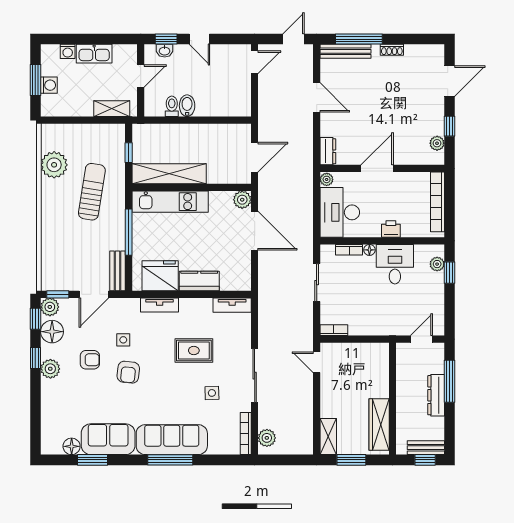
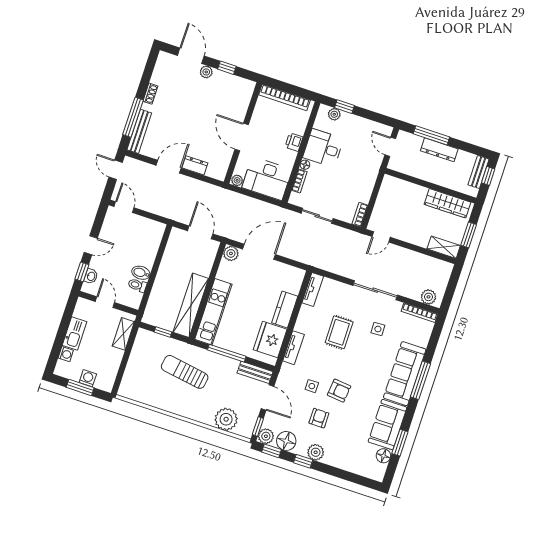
plant: (437, 143) -> (206, 72), moved
dresser: (328, 151) -> (195, 165), moved
plant: (54, 165) -> (226, 419), moved

